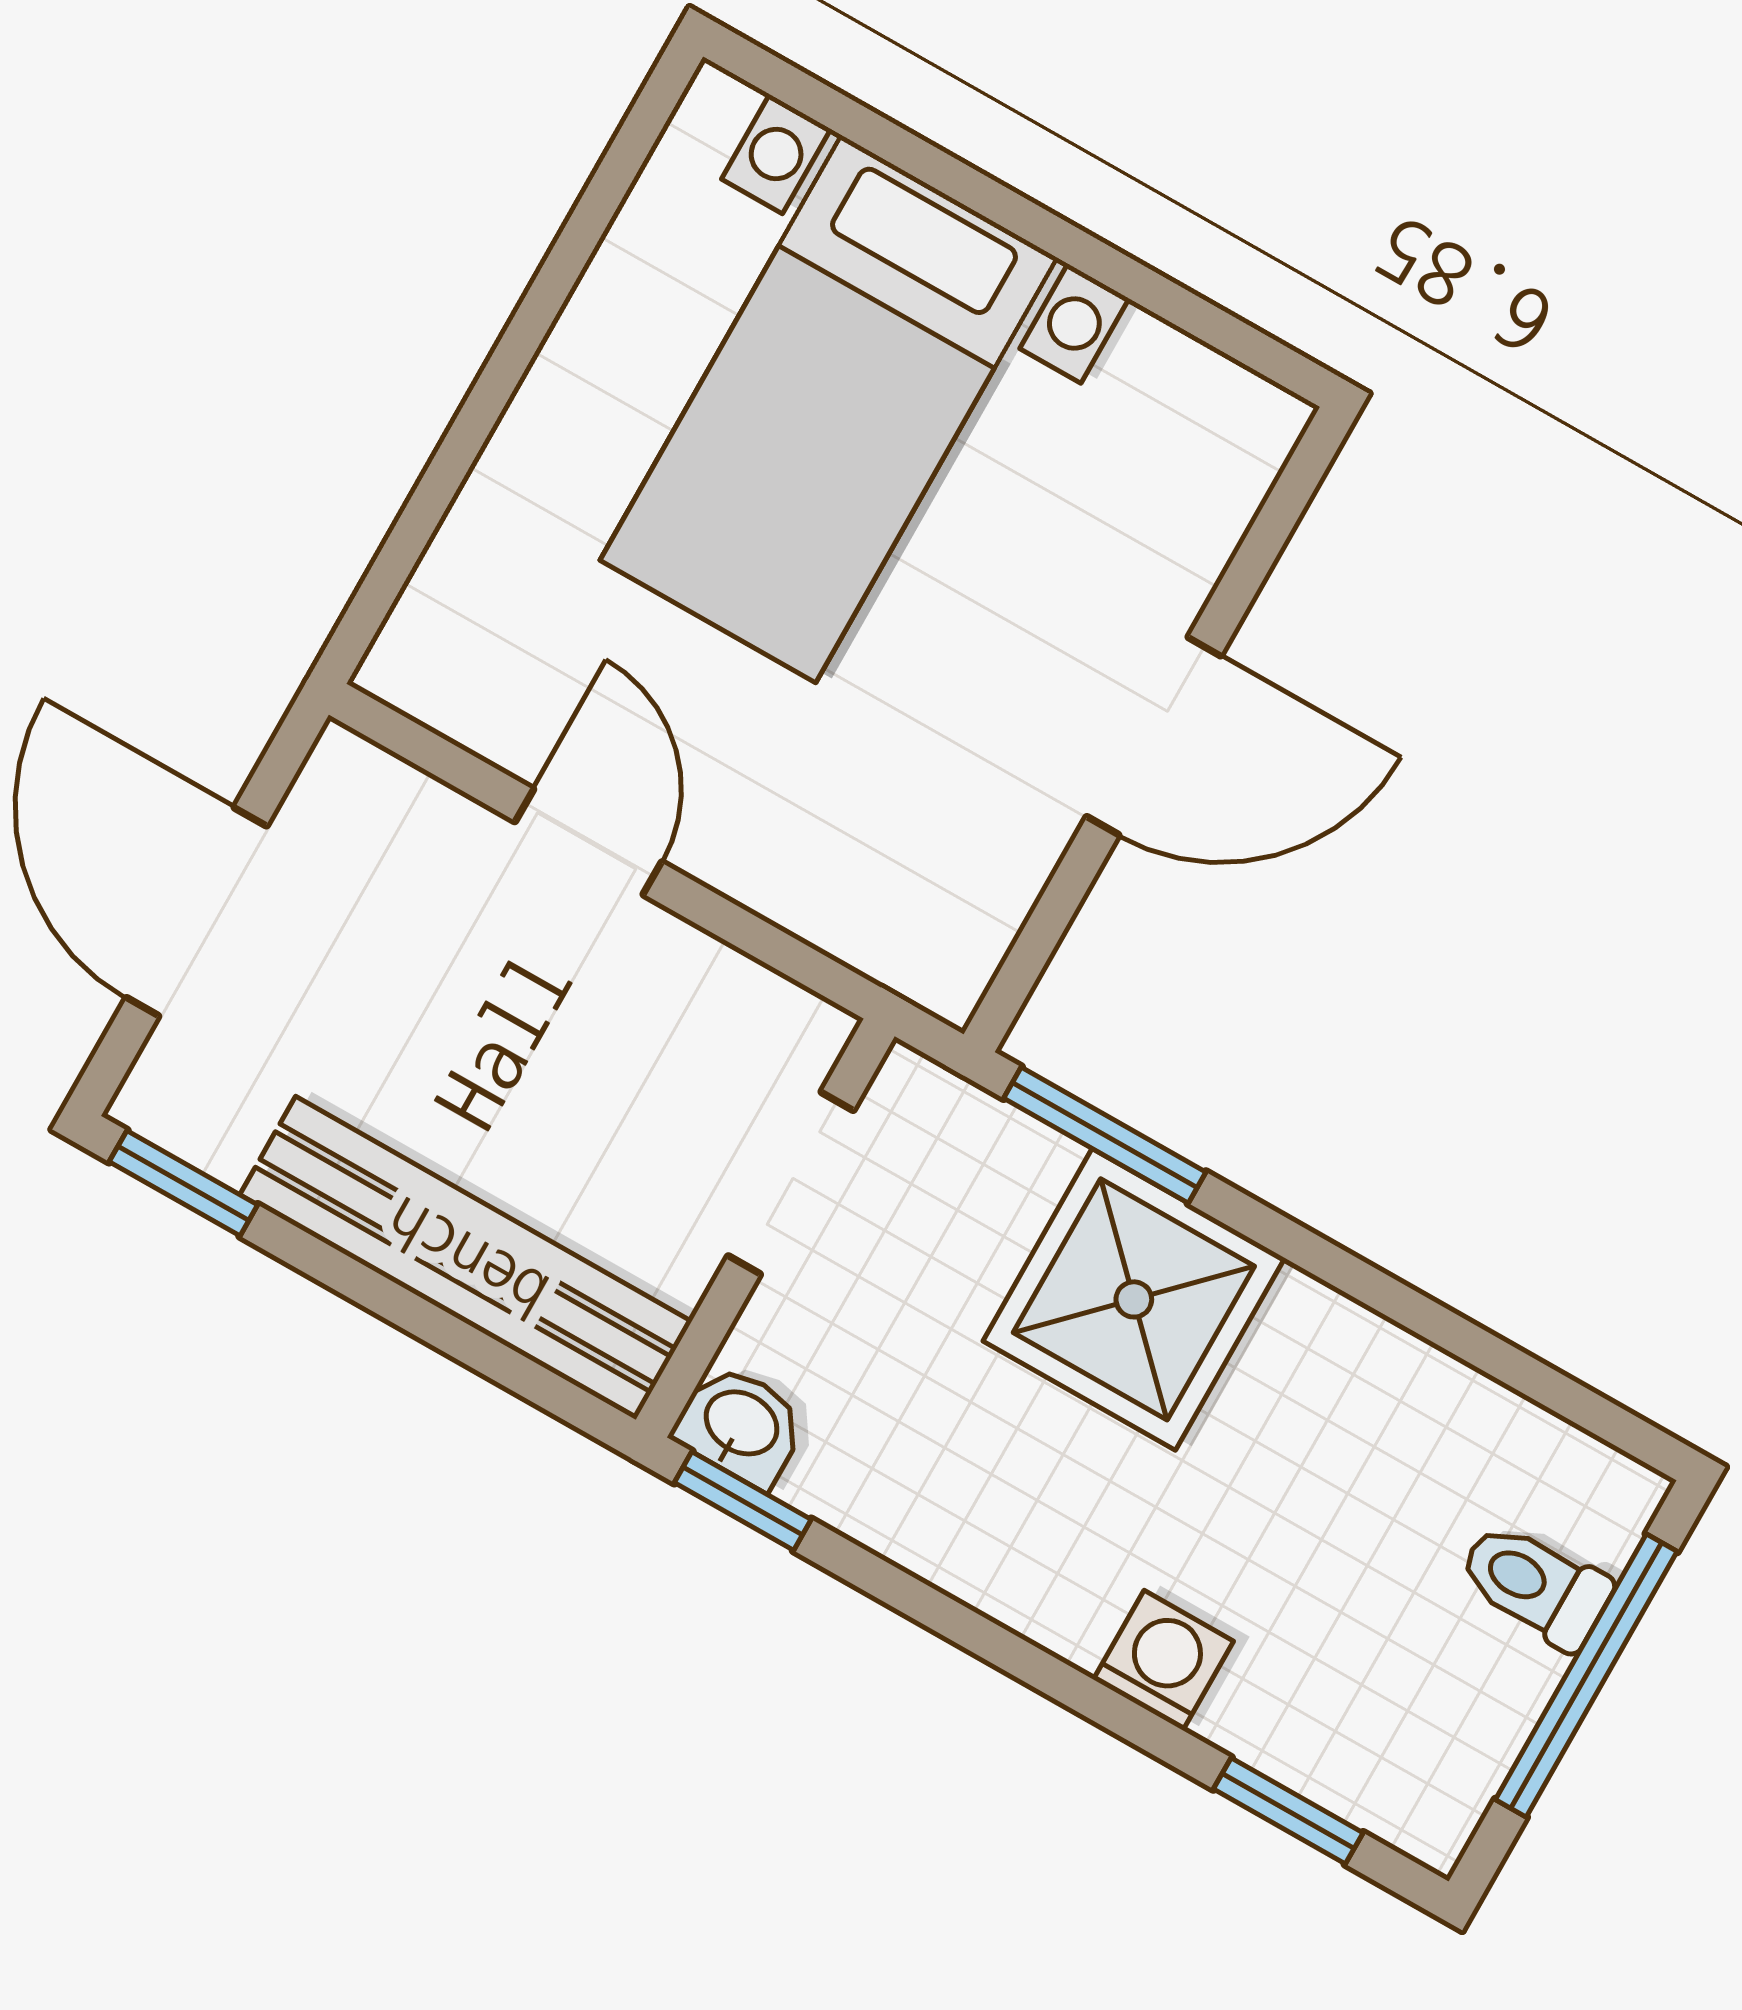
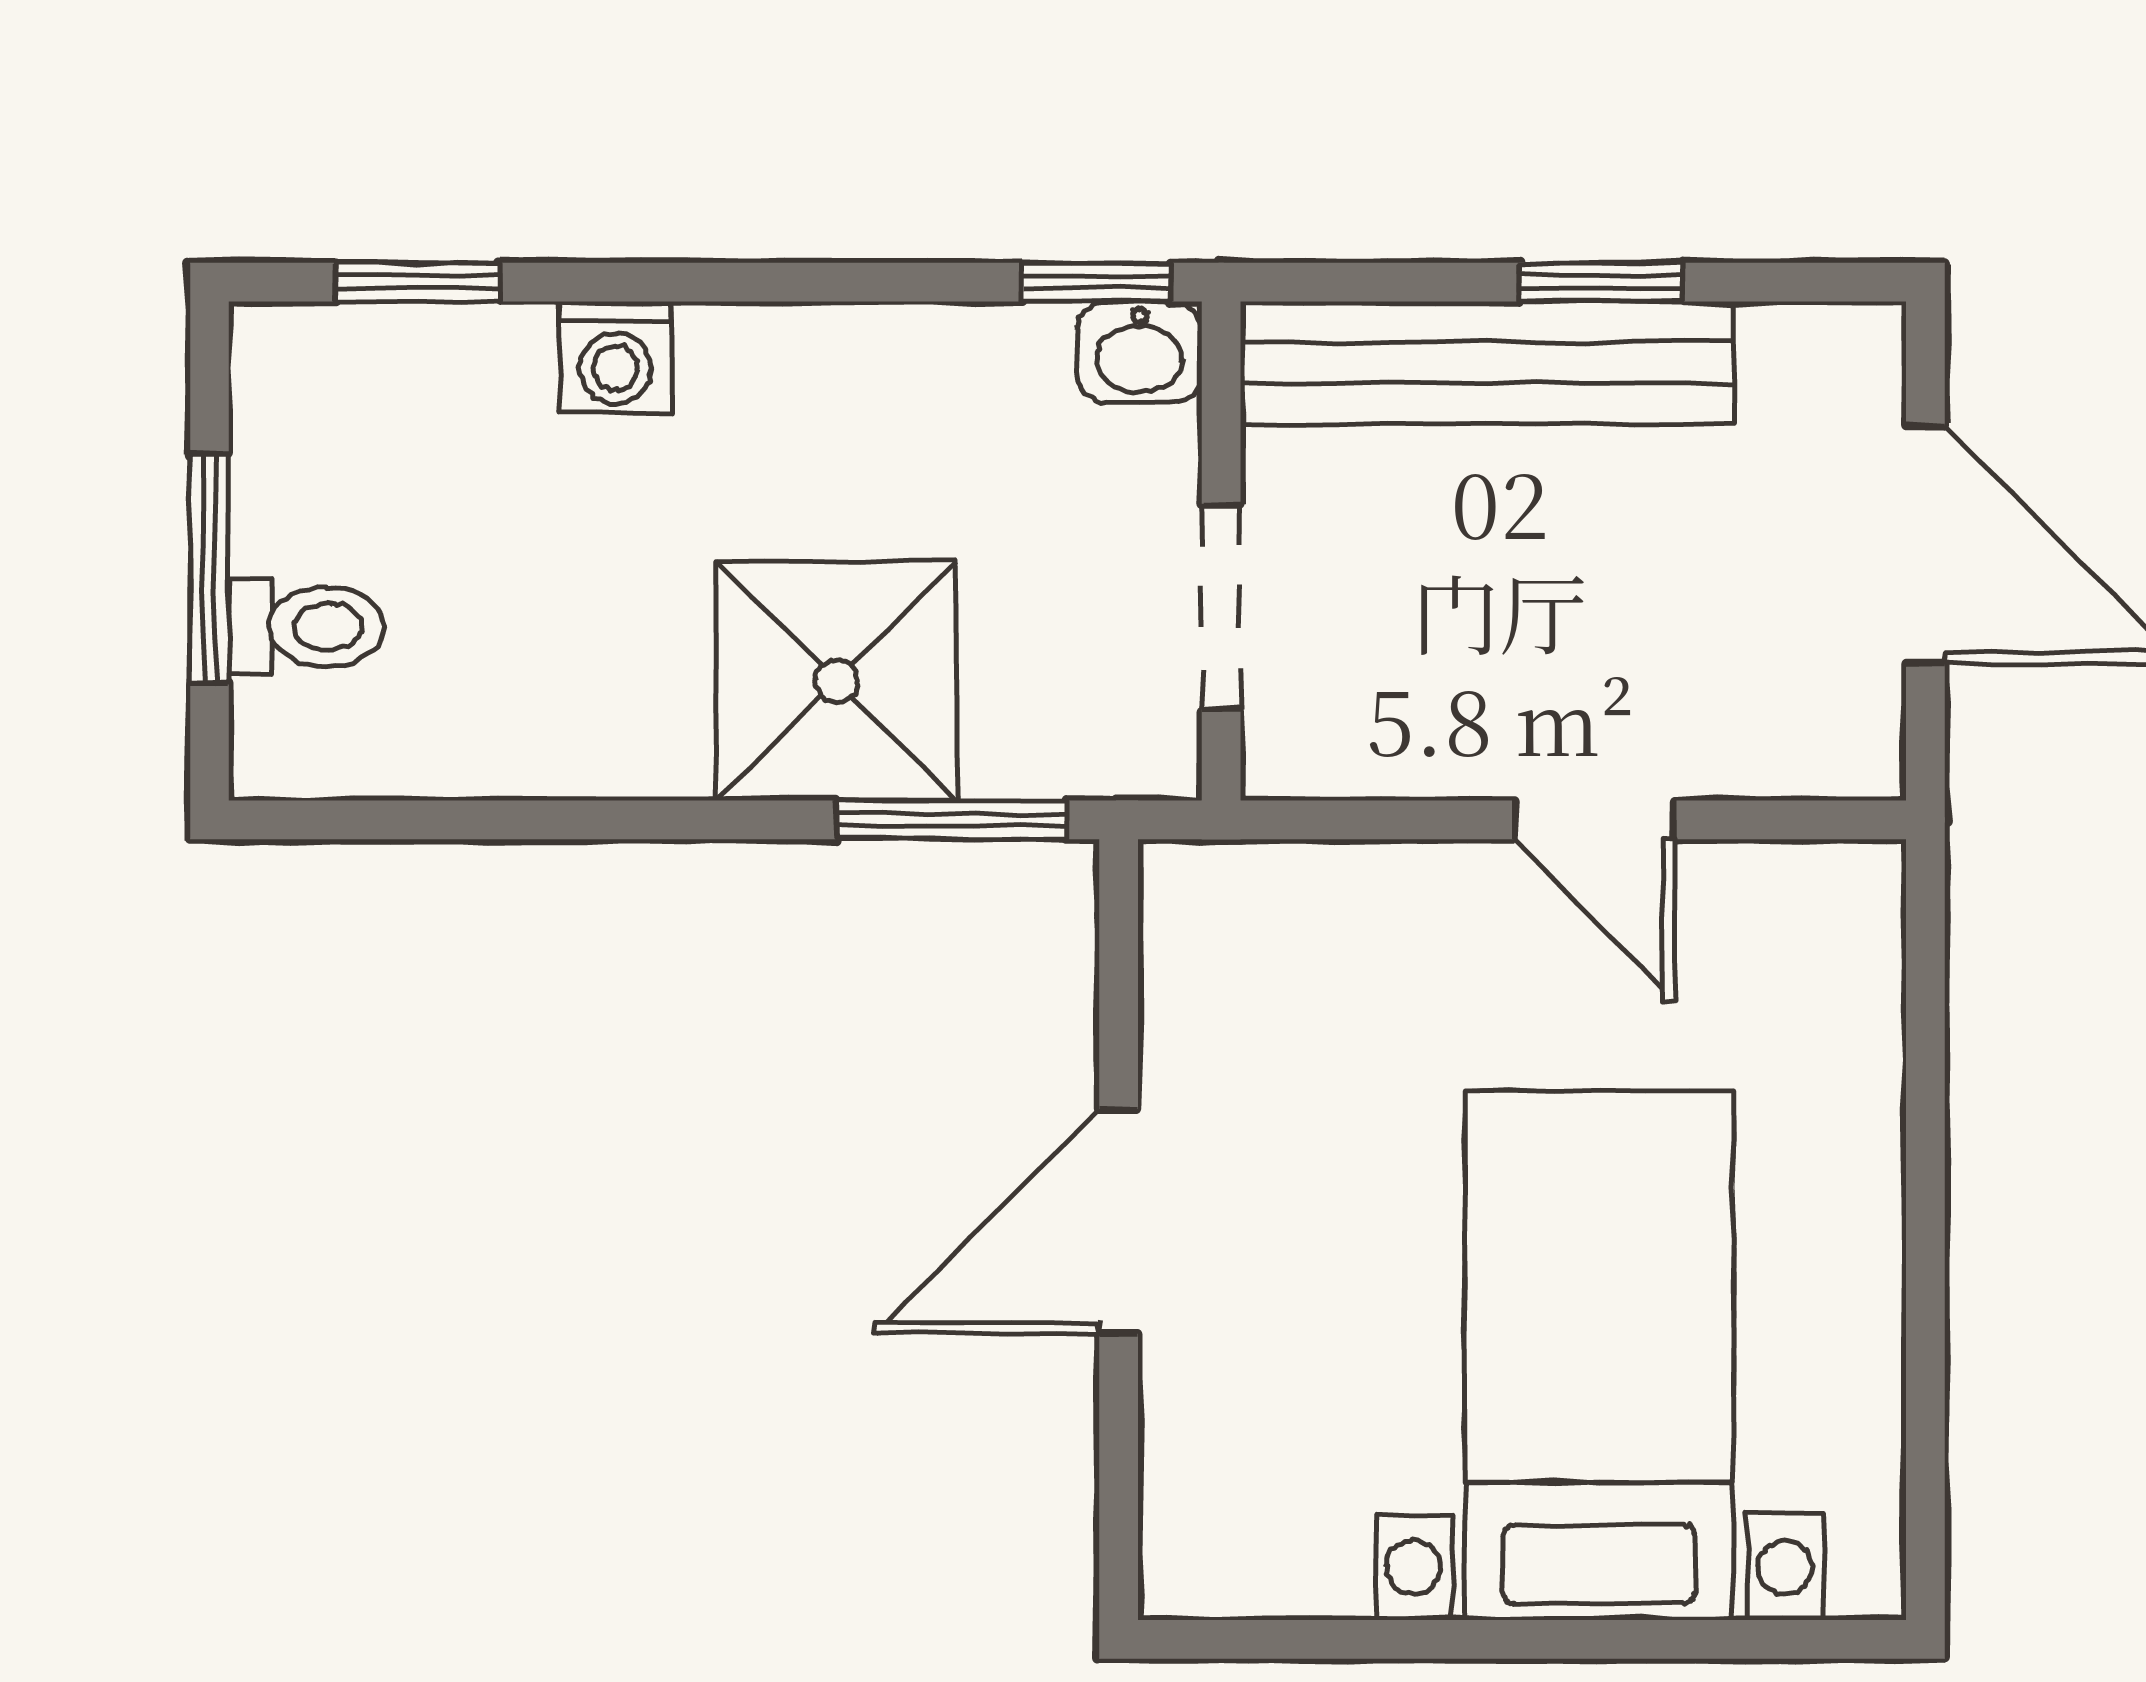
window: (183, 1183) -> (1600, 282), moved
window: (1586, 1676) -> (209, 569), width x0.69

